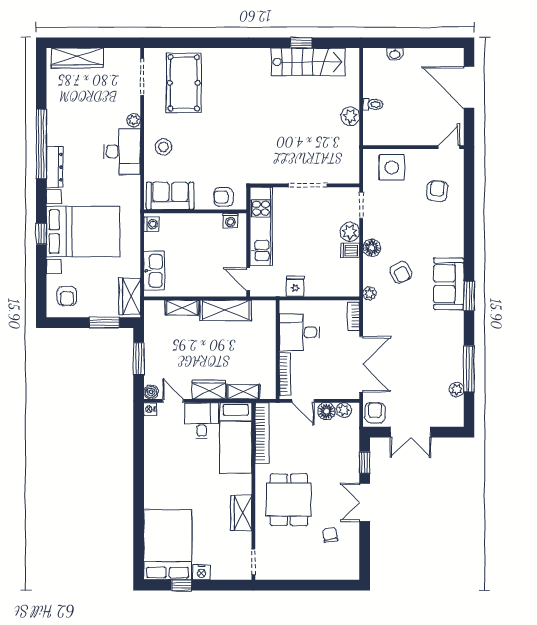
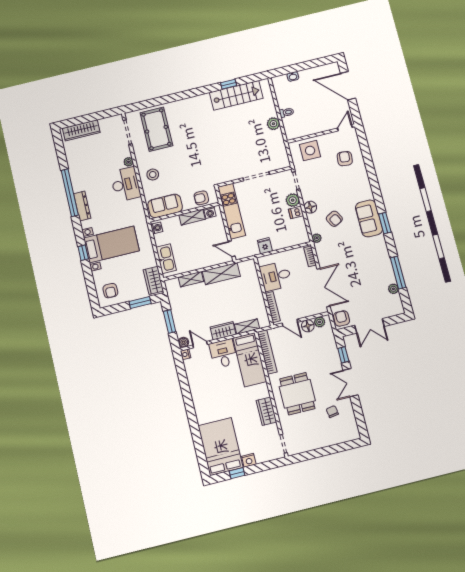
shelving: (204, 221) -> (192, 217), added
bed with nightstands: (83, 232) -> (111, 244), width x0.73

